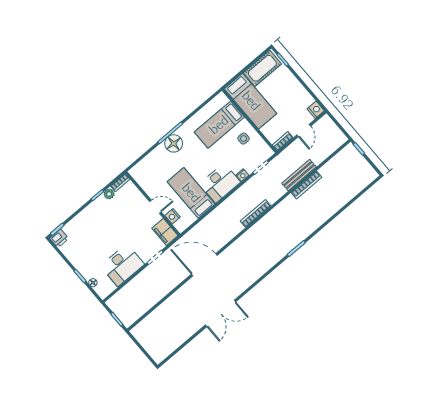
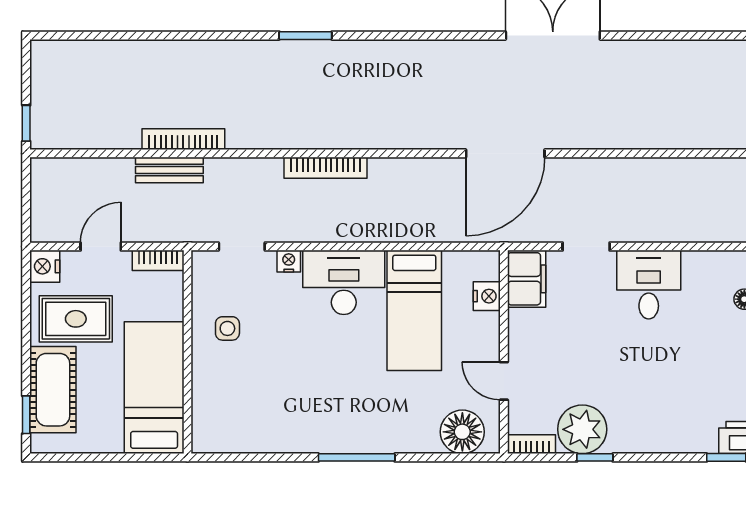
cot: (262, 68) -> (53, 390), moved, turned 90
rug: (292, 102) -> (76, 319), added
bed: (219, 125) -> (251, 394), removed
floor lamp: (174, 143) -> (462, 432), moved
bench: (299, 175) -> (169, 170), width x0.73
plant: (109, 194) -> (582, 429), width x1.88, depth x1.88
door: (155, 207) -> (504, 381), moved
desk: (122, 265) -> (649, 285), width x0.73
door: (204, 265) -> (505, 153), hinge flipped

